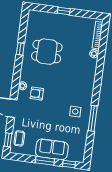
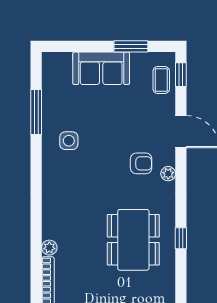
dining table: (47, 52) -> (133, 240), width x1.38
window: (93, 118) -> (36, 112), moved
window: (45, 161) -> (131, 46), moved
window: (69, 164) -> (67, 46), removed

